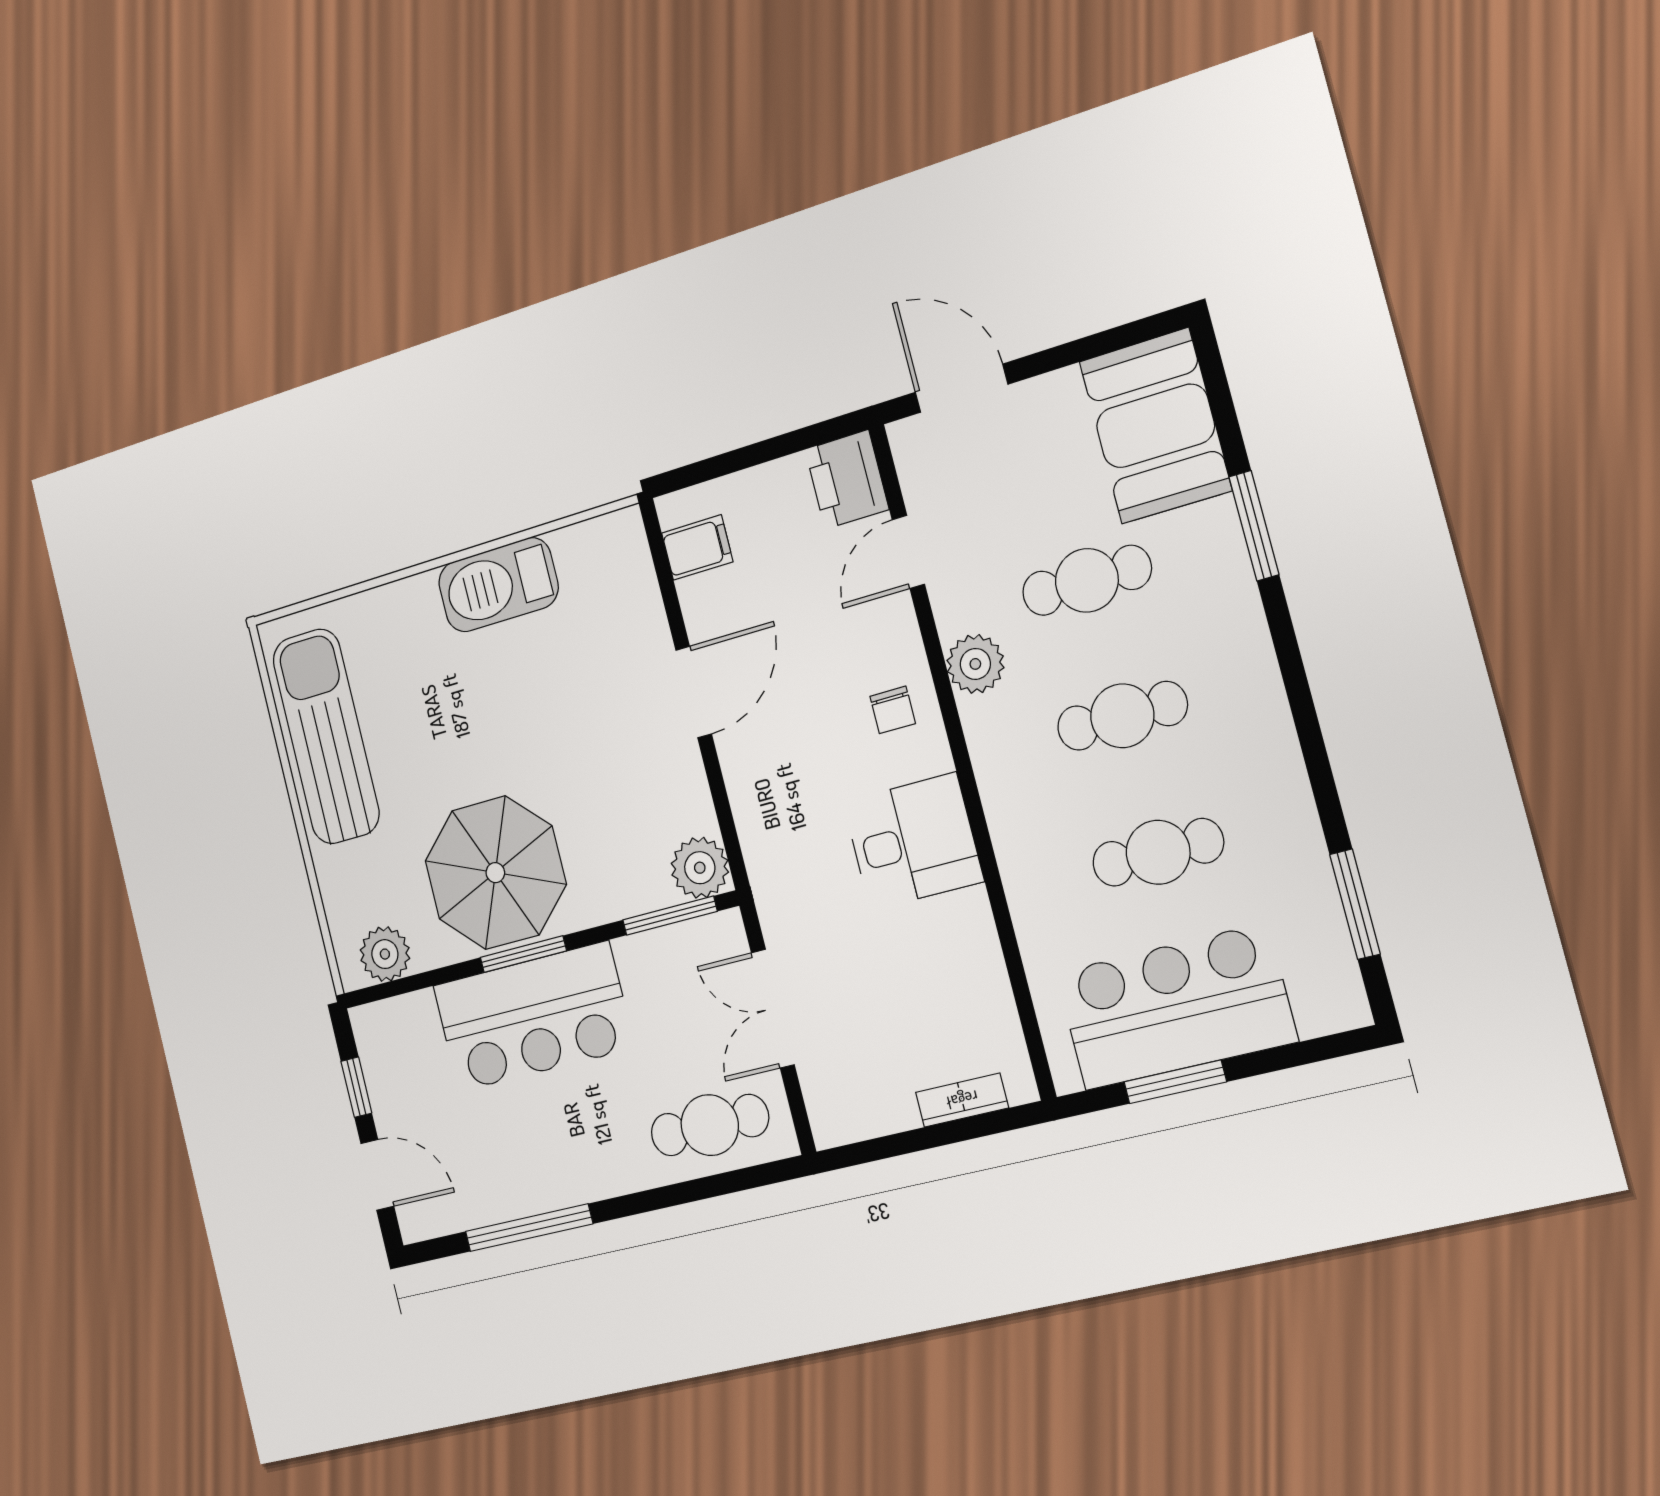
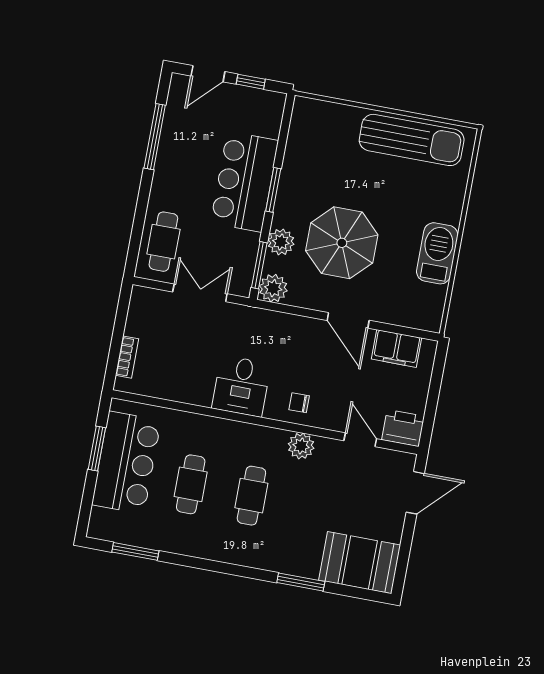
filing cabinet: (697, 547) -> (397, 348), width x2.00
cafe table: (1087, 580) -> (312, 507), removed
parasol: (495, 873) -> (342, 243), moved
plant: (385, 954) -> (281, 242), moved

